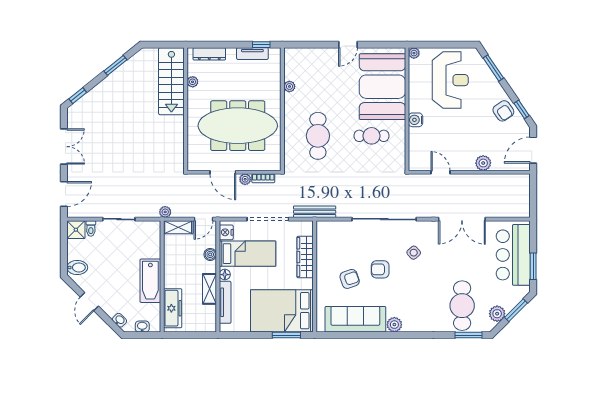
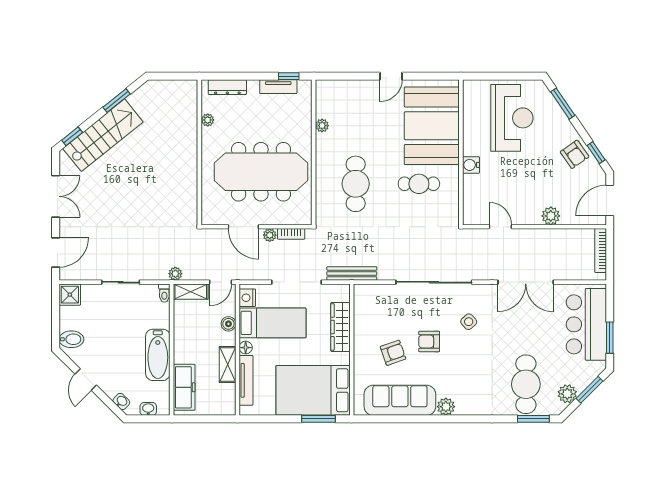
plant: (414, 53) -> (469, 86), removed
stairs: (171, 81) -> (103, 135), moved, turned -129
bookcase: (525, 192) -> (601, 251), added
toilet: (91, 228) -> (164, 293), moved

